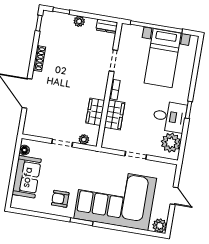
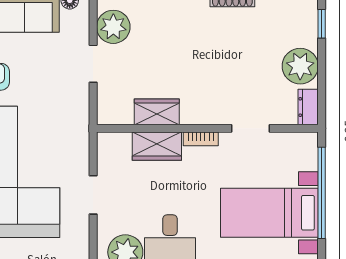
plant: (79, 21) -> (300, 66), width x1.88, depth x1.88
plant: (84, 139) -> (113, 27), moved, width x1.87, depth x1.87

